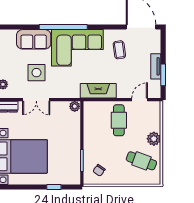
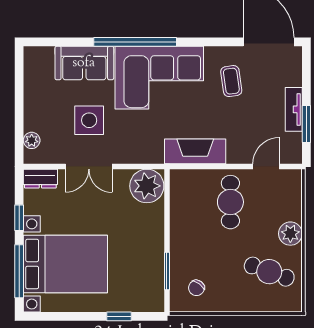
plant: (75, 106) -> (147, 186), width x1.88, depth x1.88

